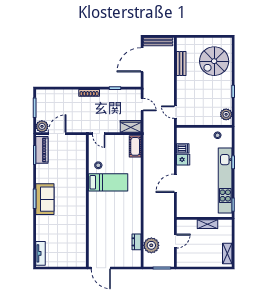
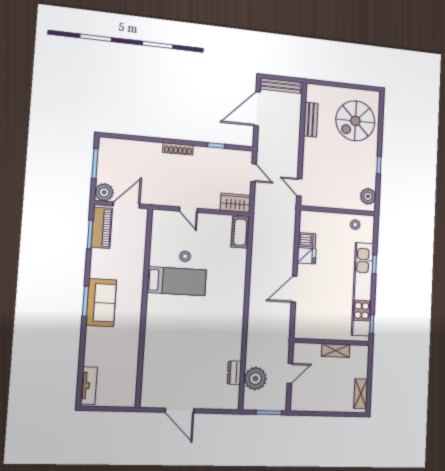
bed: (108, 182) -> (177, 281), moved
wall: (87, 201) -> (144, 307), moved

